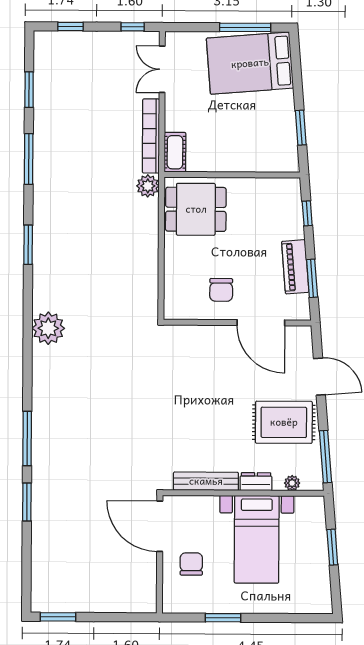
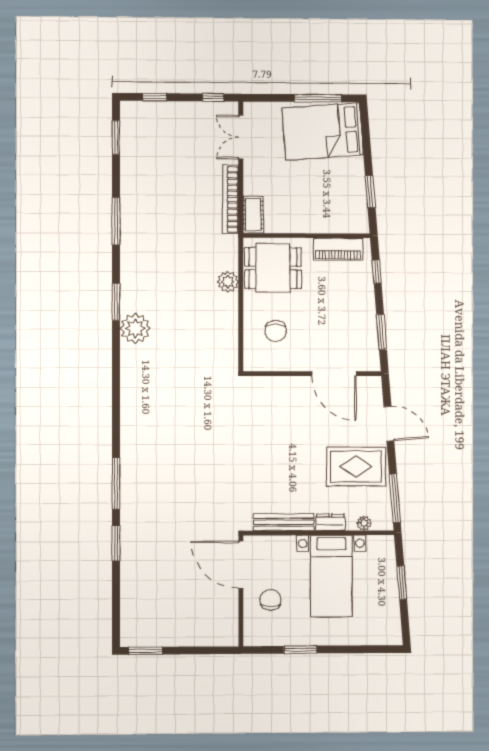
window: (29, 90) -> (116, 137), moved
plant: (148, 186) -> (228, 282), moved
piano: (295, 267) -> (338, 249), moved, turned -85
chair: (221, 290) -> (276, 331), moved
plant: (48, 328) -> (135, 328), moved

